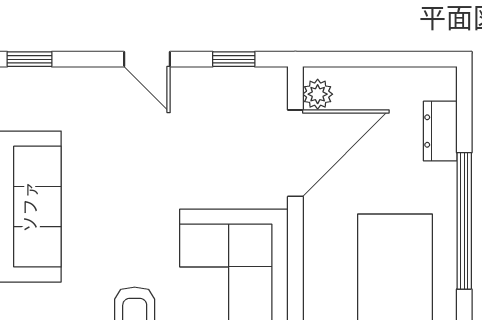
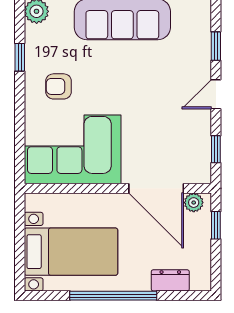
window: (30, 59) -> (216, 46), moved
window: (353, 59) -> (216, 225), added

